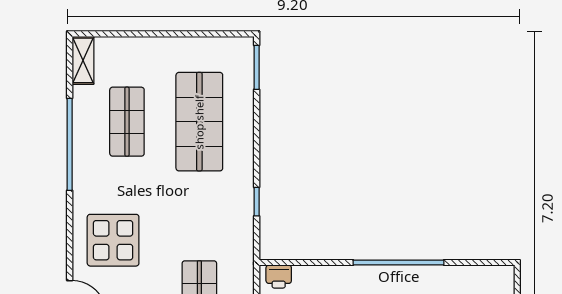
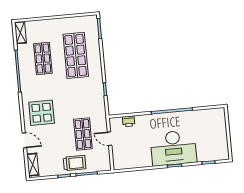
printer: (279, 276) -> (129, 121), moved

